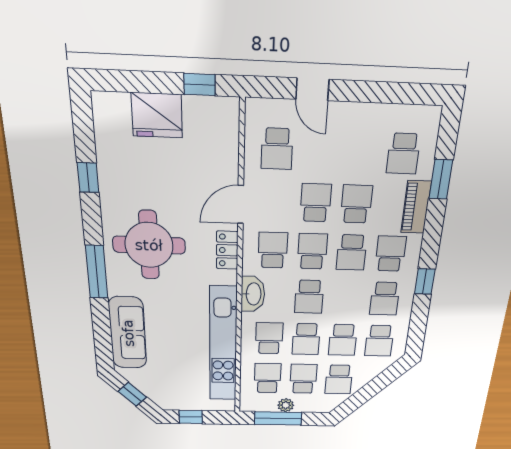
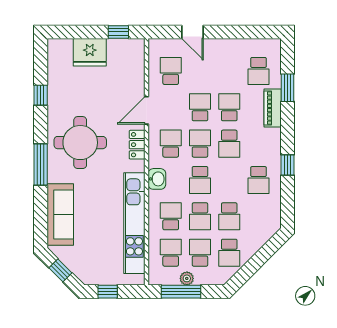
school desk: (277, 149) -> (171, 71), turned 180
school desk: (390, 254) -> (258, 144), removed
washbasin: (253, 294) -> (157, 179), width x0.72
school desk: (379, 341) -> (258, 216), removed

